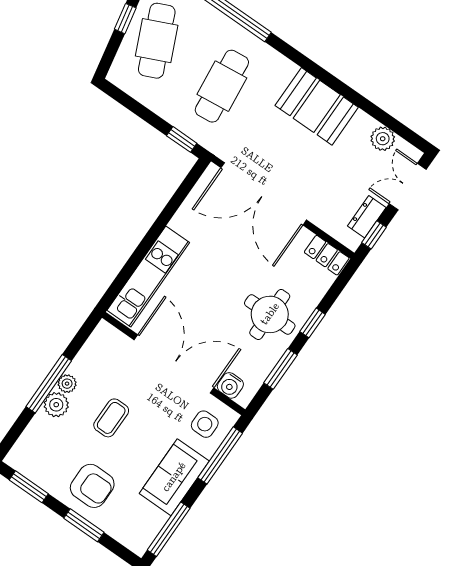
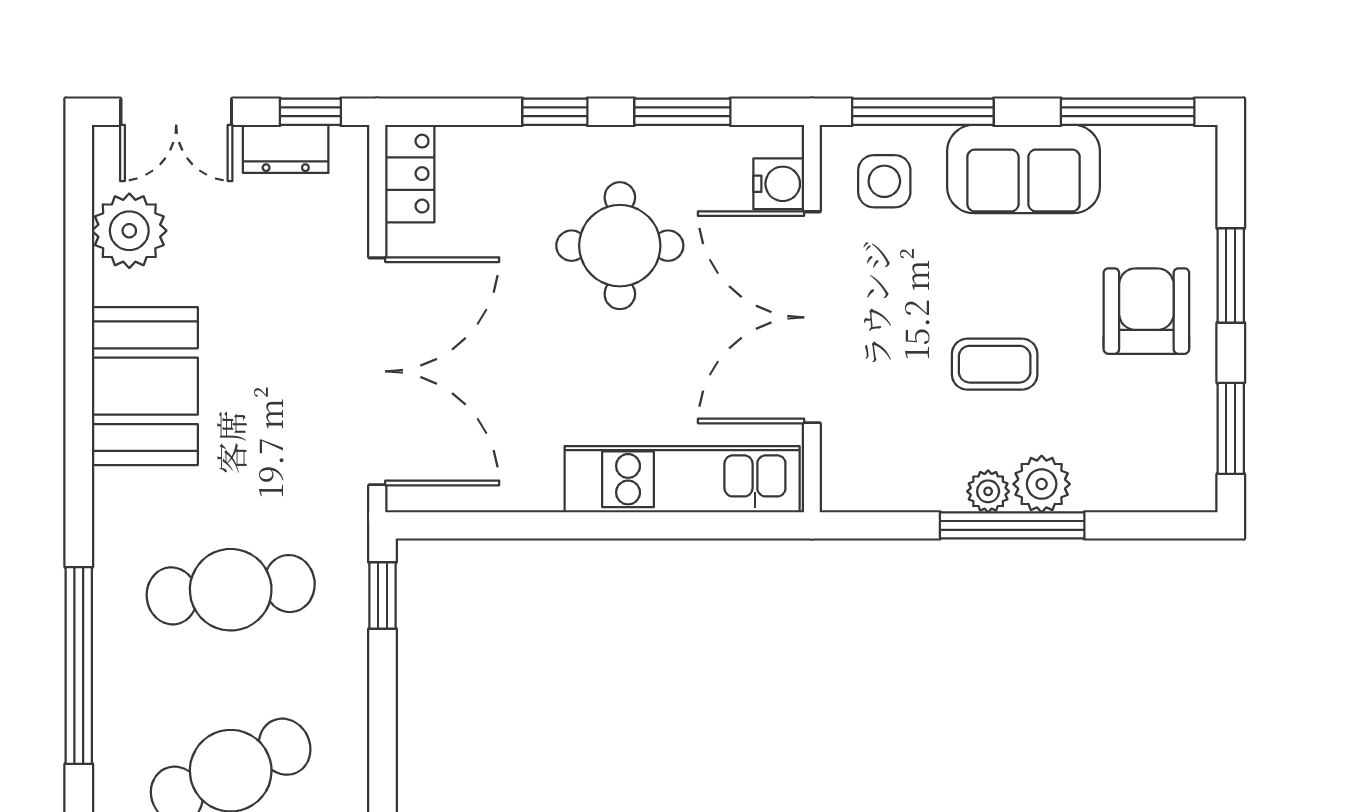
plant: (383, 139) -> (129, 231), width x1.36, depth x1.36
round table: (270, 314) -> (620, 246), moved

